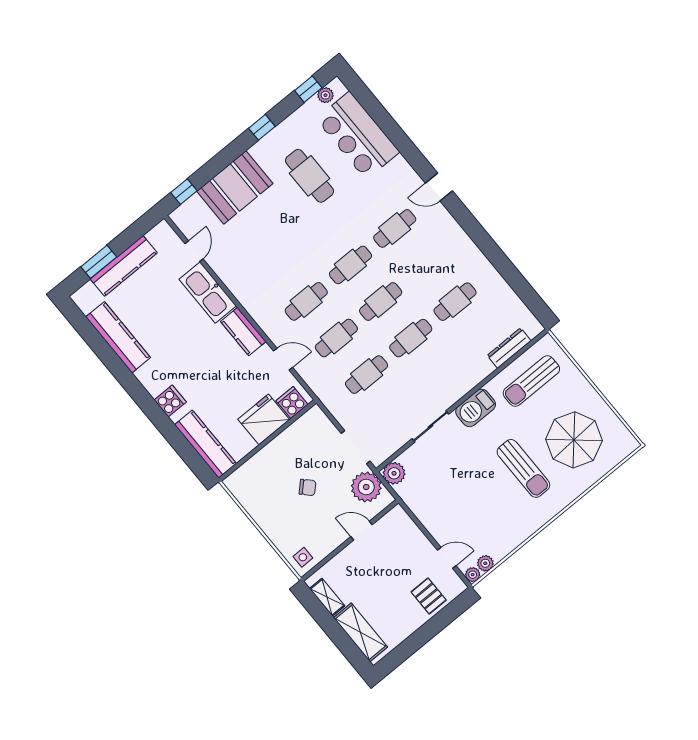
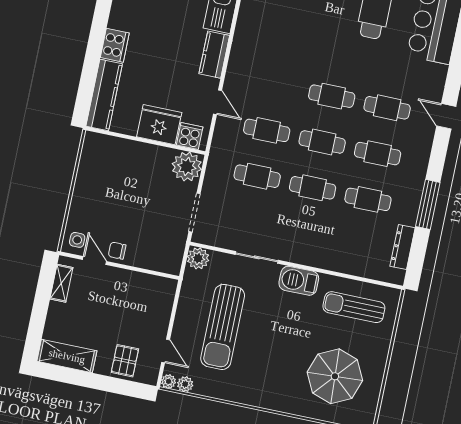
window: (497, 257) -> (428, 204), added
cafe table: (306, 301) -> (378, 154), moved
dresser: (509, 348) -> (403, 247), moved, turned -90
cooker: (170, 401) -> (115, 45), width x1.36
sun lounger: (523, 468) -> (223, 327), moved, width x1.36, depth x1.34
chair: (308, 487) -> (117, 251), moved, turned 134
plant: (366, 487) -> (187, 167), moved
door: (362, 531) -> (95, 260), moved
shelving: (360, 632) -> (67, 356), moved, turned 90

